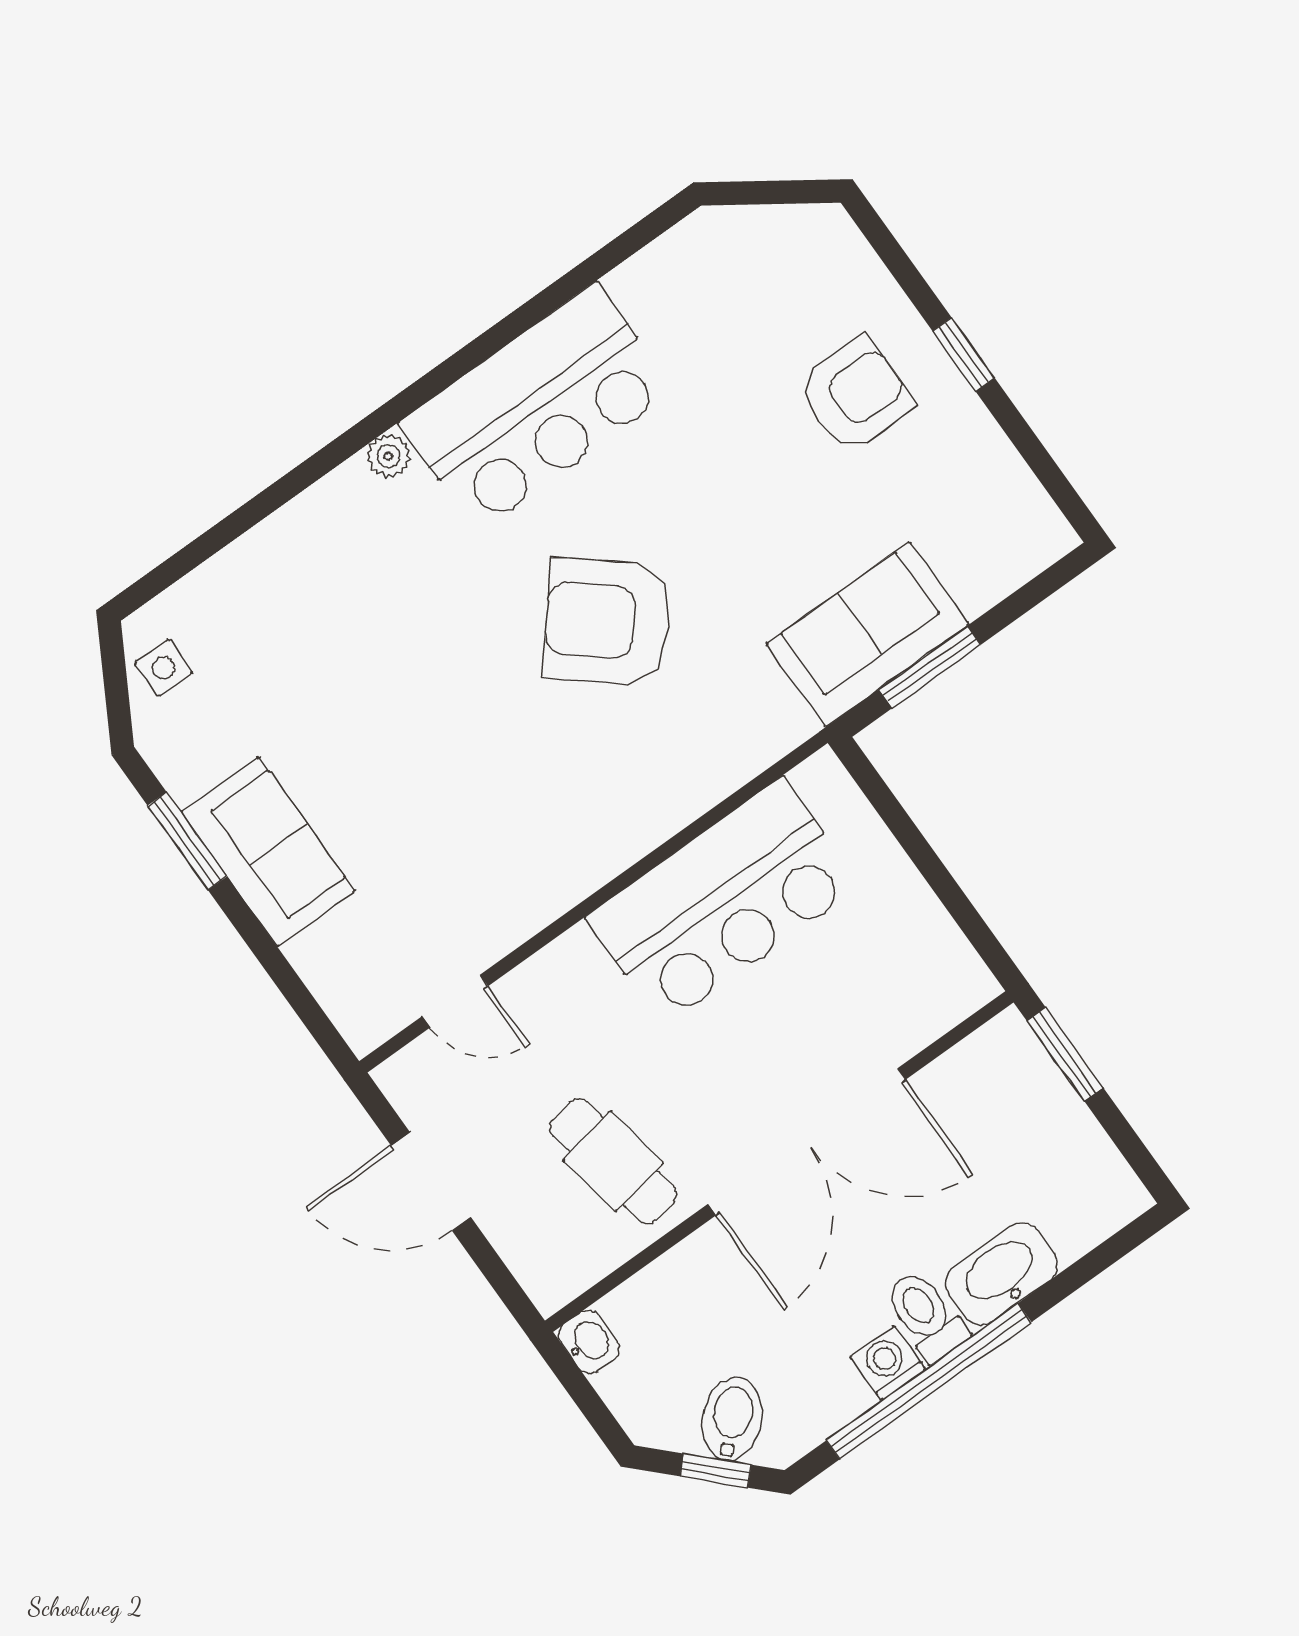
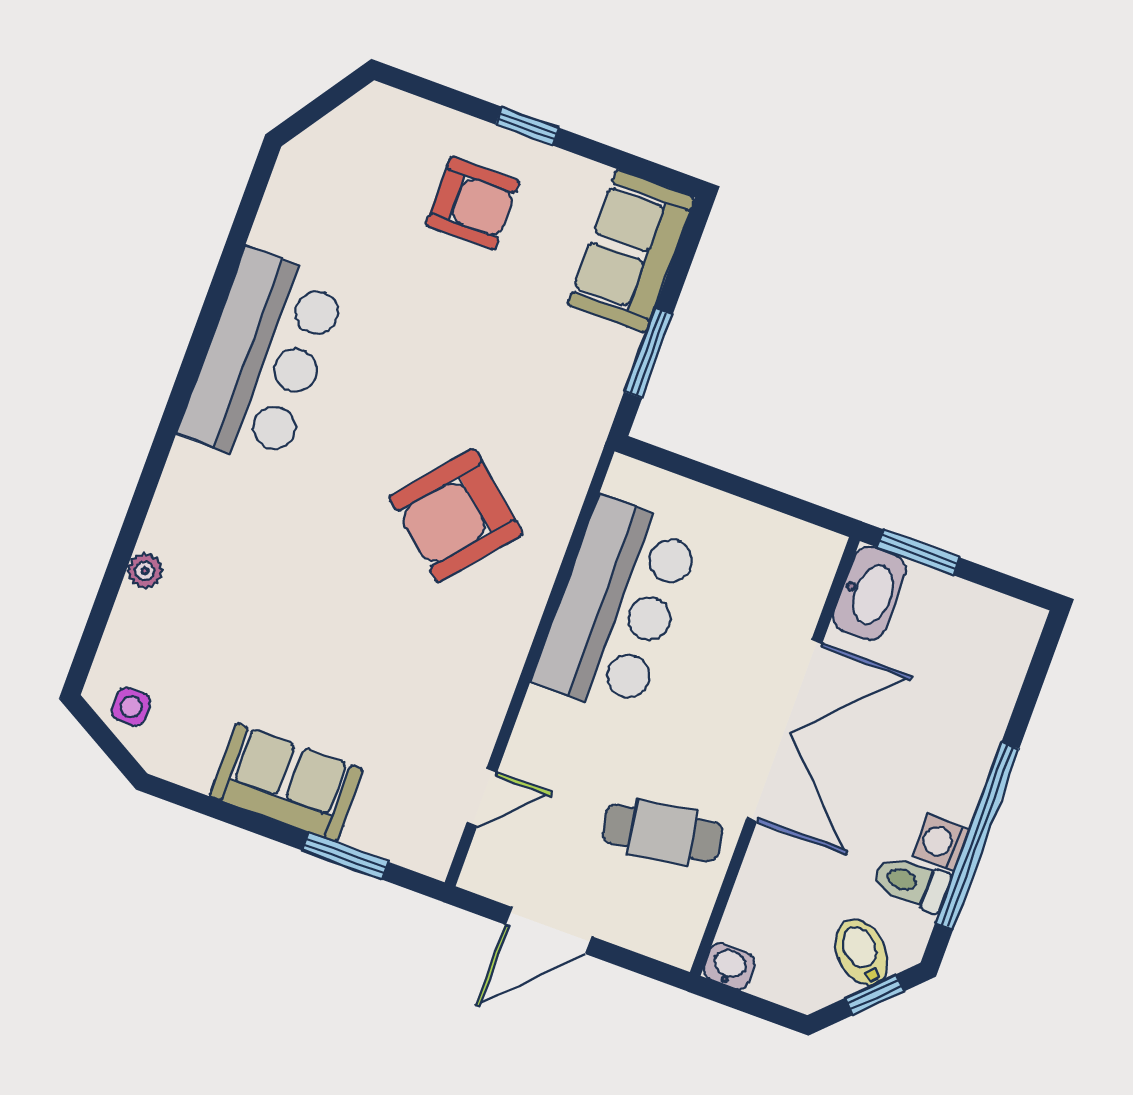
armchair: (855, 395) -> (473, 203), turned 90
plant: (389, 456) -> (145, 571), moved
armchair: (608, 622) -> (456, 515), moved
sofa: (868, 634) -> (631, 251), moved
window: (187, 841) -> (345, 856), moved
washbasin: (1002, 1274) -> (870, 593), moved, turned 180
toilet: (926, 1315) -> (912, 883), moved

